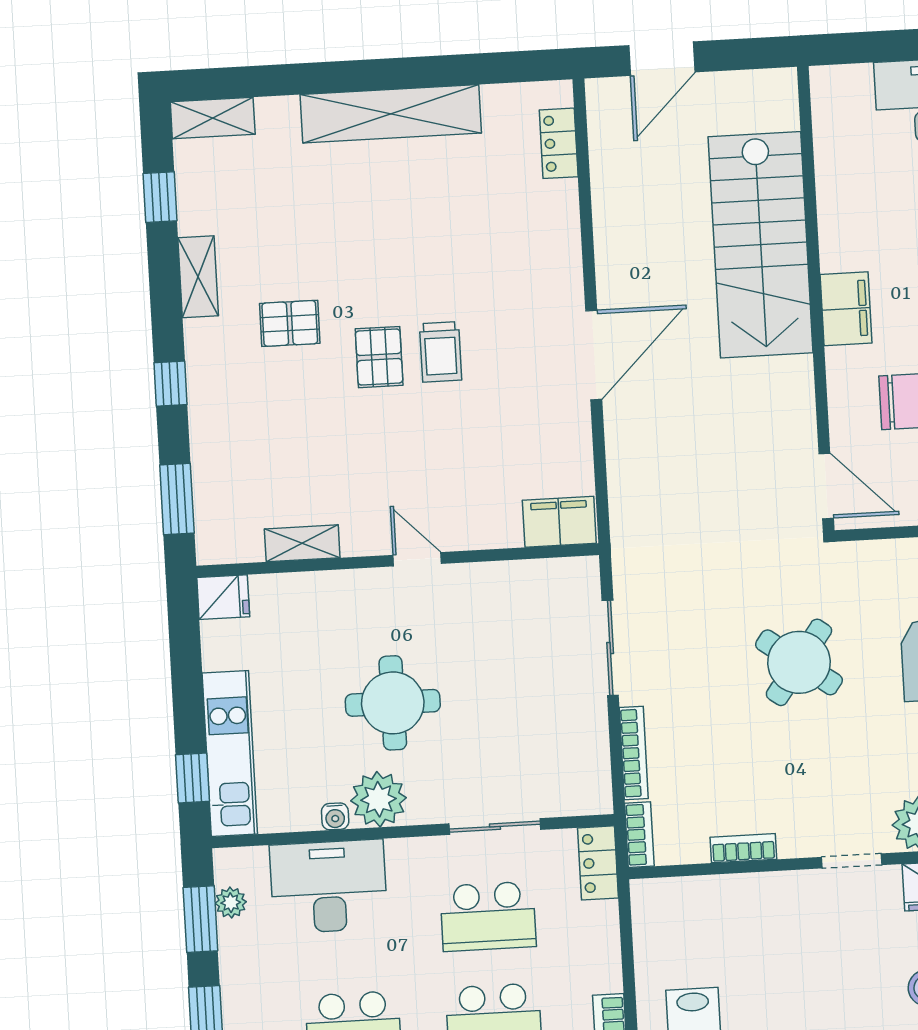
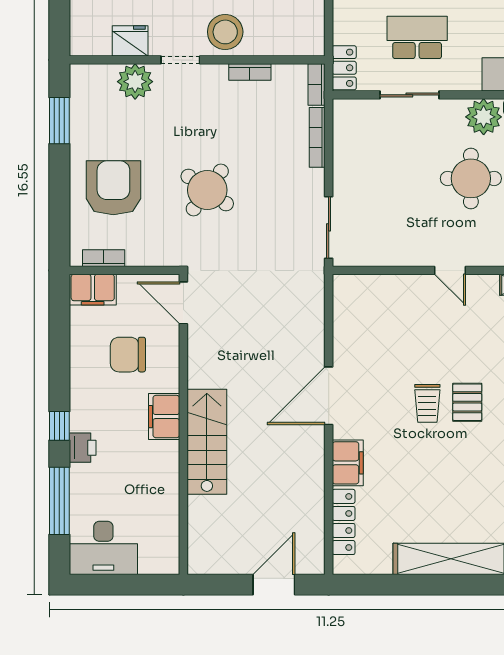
locker: (559, 143) -> (344, 522), width x1.53
stairs: (761, 245) -> (207, 442), width x0.73, depth x0.66
trolley: (441, 352) -> (427, 403), turned 180
filing cabinet: (559, 522) -> (348, 463), moved, turned -90
sliding door: (610, 648) -> (329, 227), moved
stool: (785, 908) -> (225, 32), added

